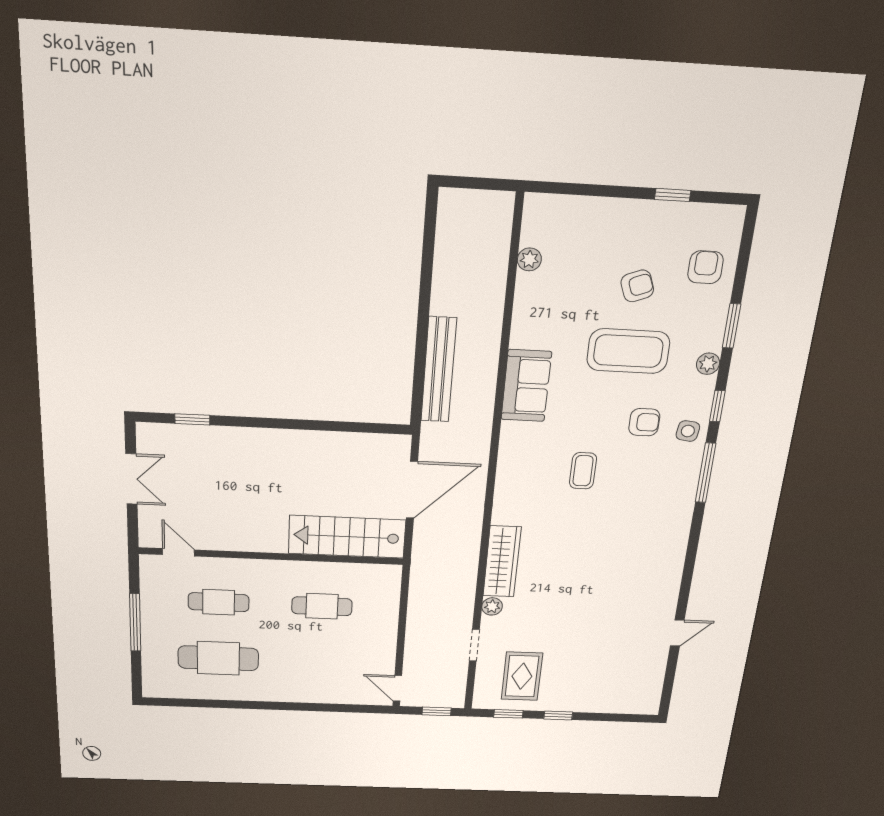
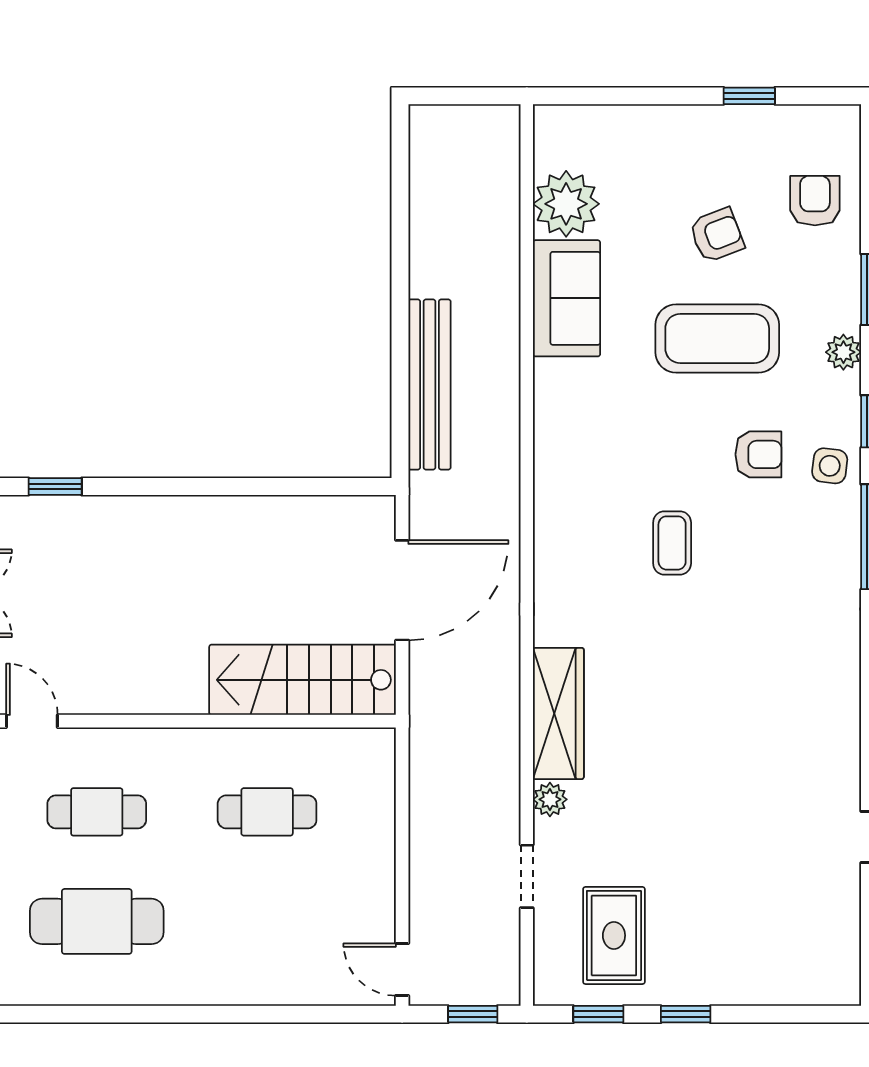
plant: (529, 259) -> (566, 204), width x1.88, depth x1.88
sofa: (526, 386) -> (567, 298), moved

